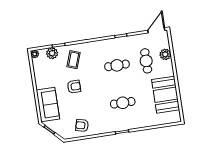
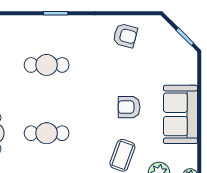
sofa: (48, 105) -> (180, 114), moved

